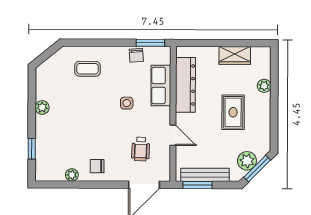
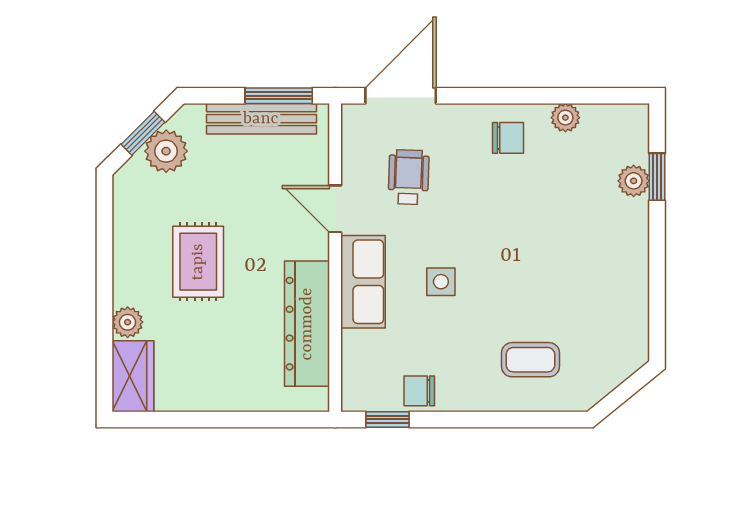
window: (150, 43) -> (387, 419), width x0.67
chair: (136, 55) -> (419, 391), turned -86
wardrobe: (235, 55) -> (133, 376), moved, turned 90
row of seats: (161, 85) -> (363, 282), moved
plant: (42, 107) -> (634, 181), moved
window: (257, 169) -> (143, 133), width x0.67

